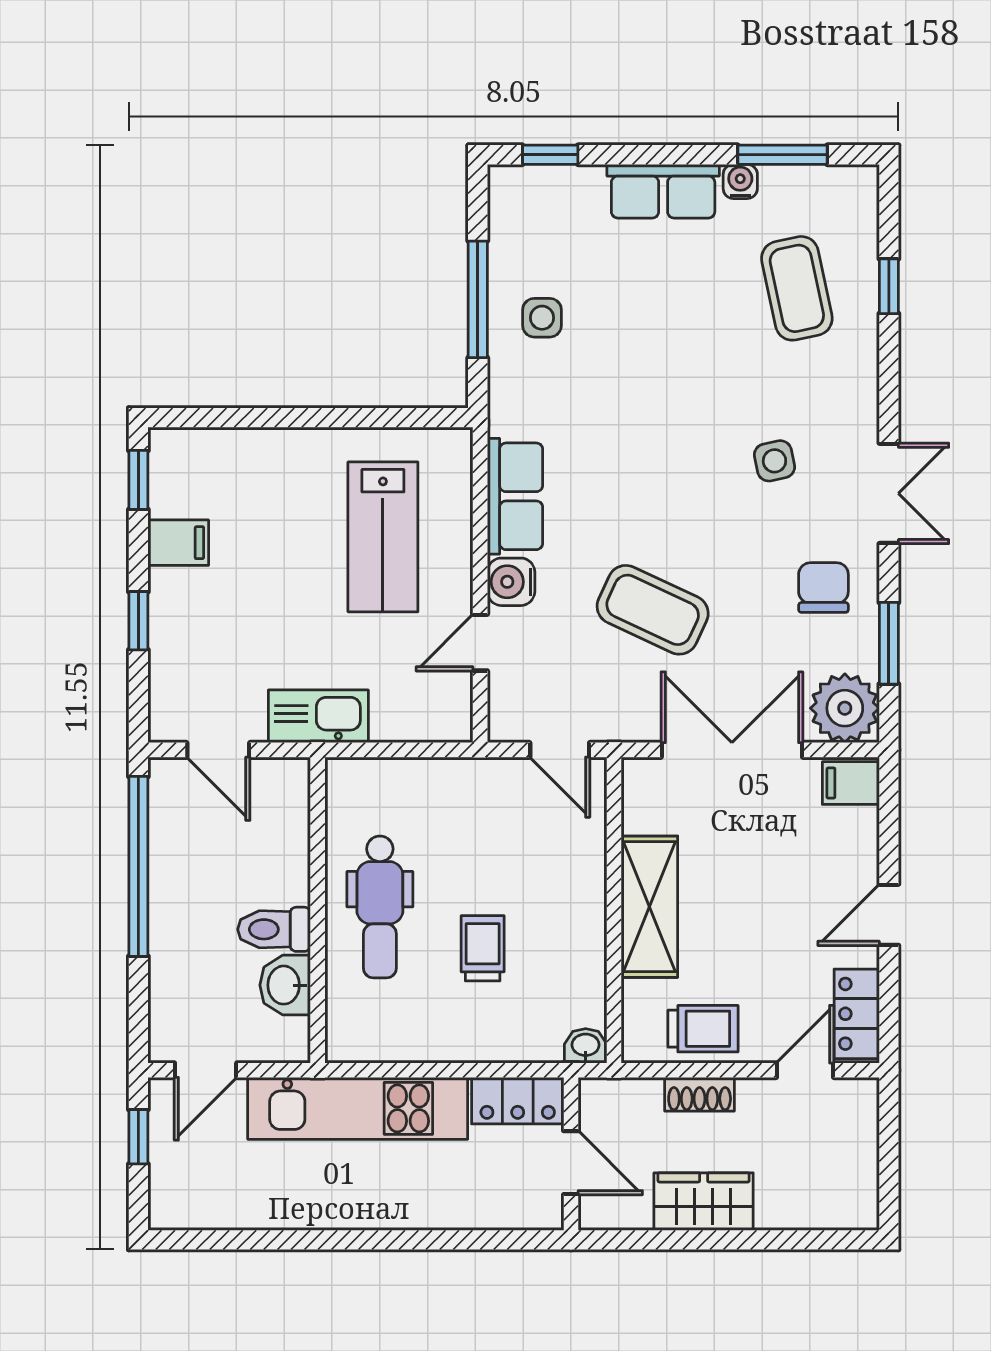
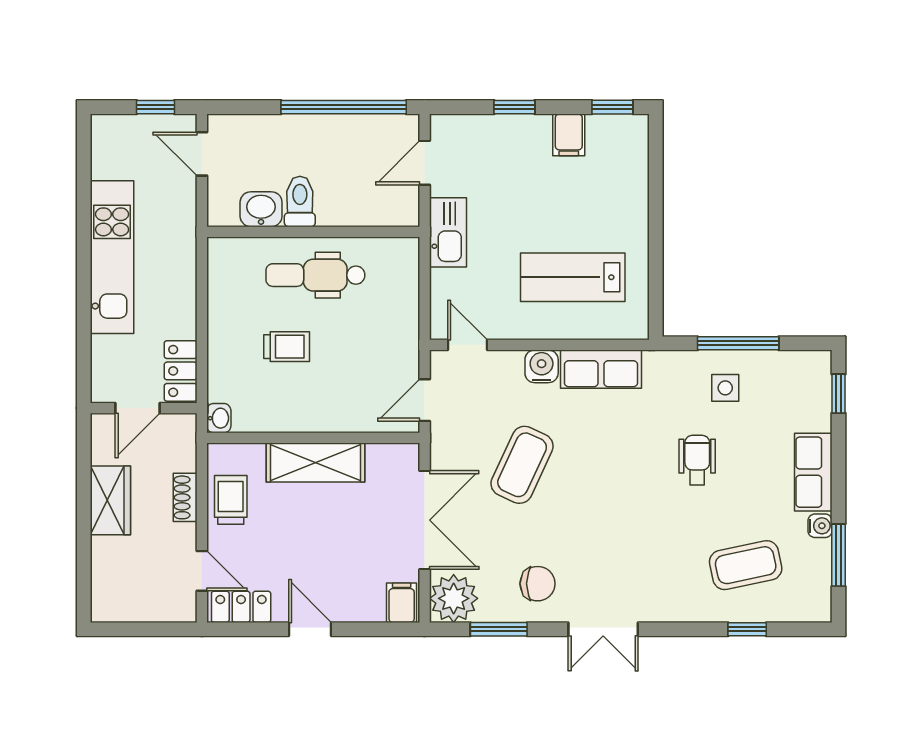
wheelchair: (646, 358) -> (697, 460), added
side table: (774, 461) -> (626, 550), removed
door: (480, 643) -> (467, 345), moved
trolley: (703, 1029) -> (231, 500), turned 180
kitchen unit: (358, 1108) -> (112, 257), moved, turned 180

